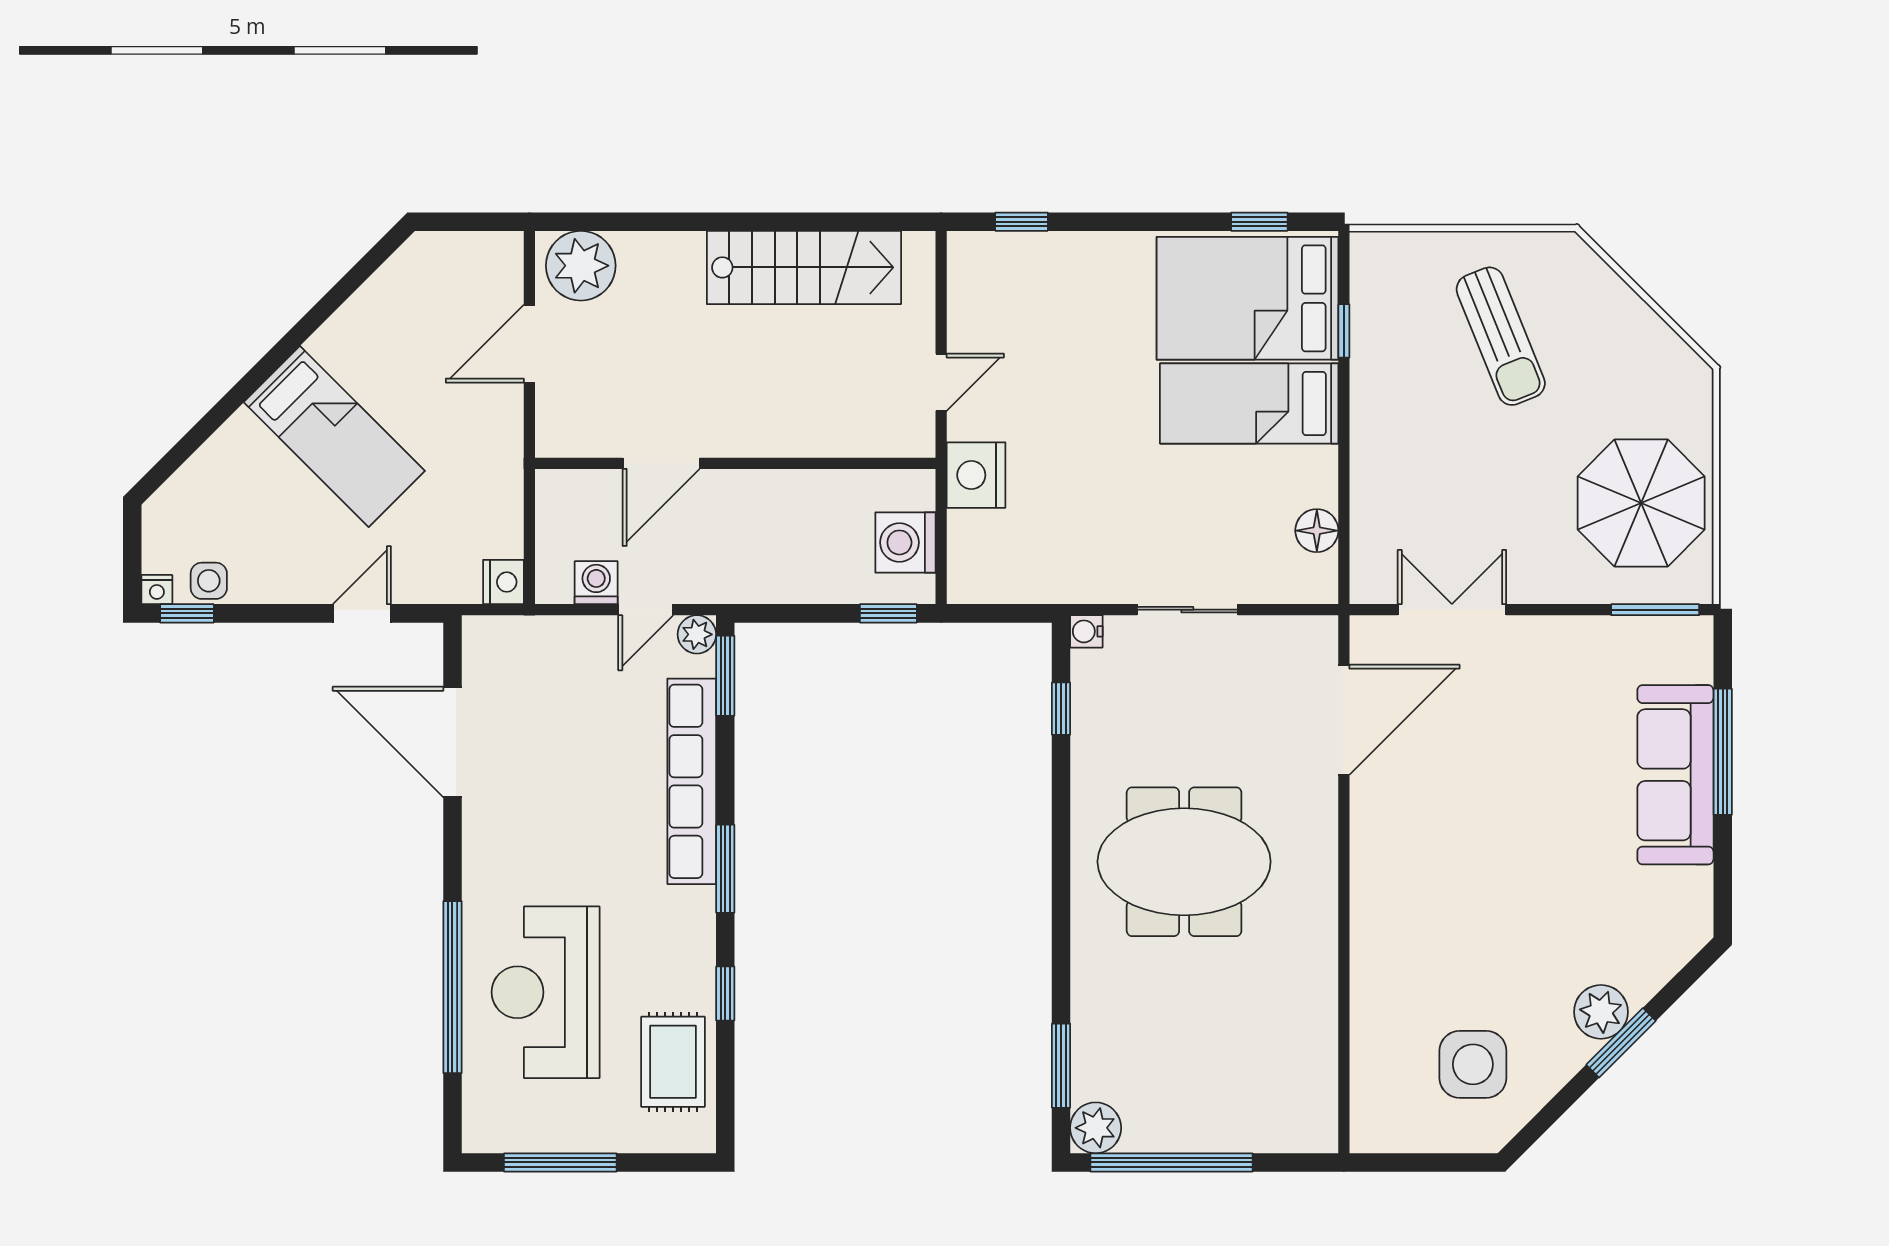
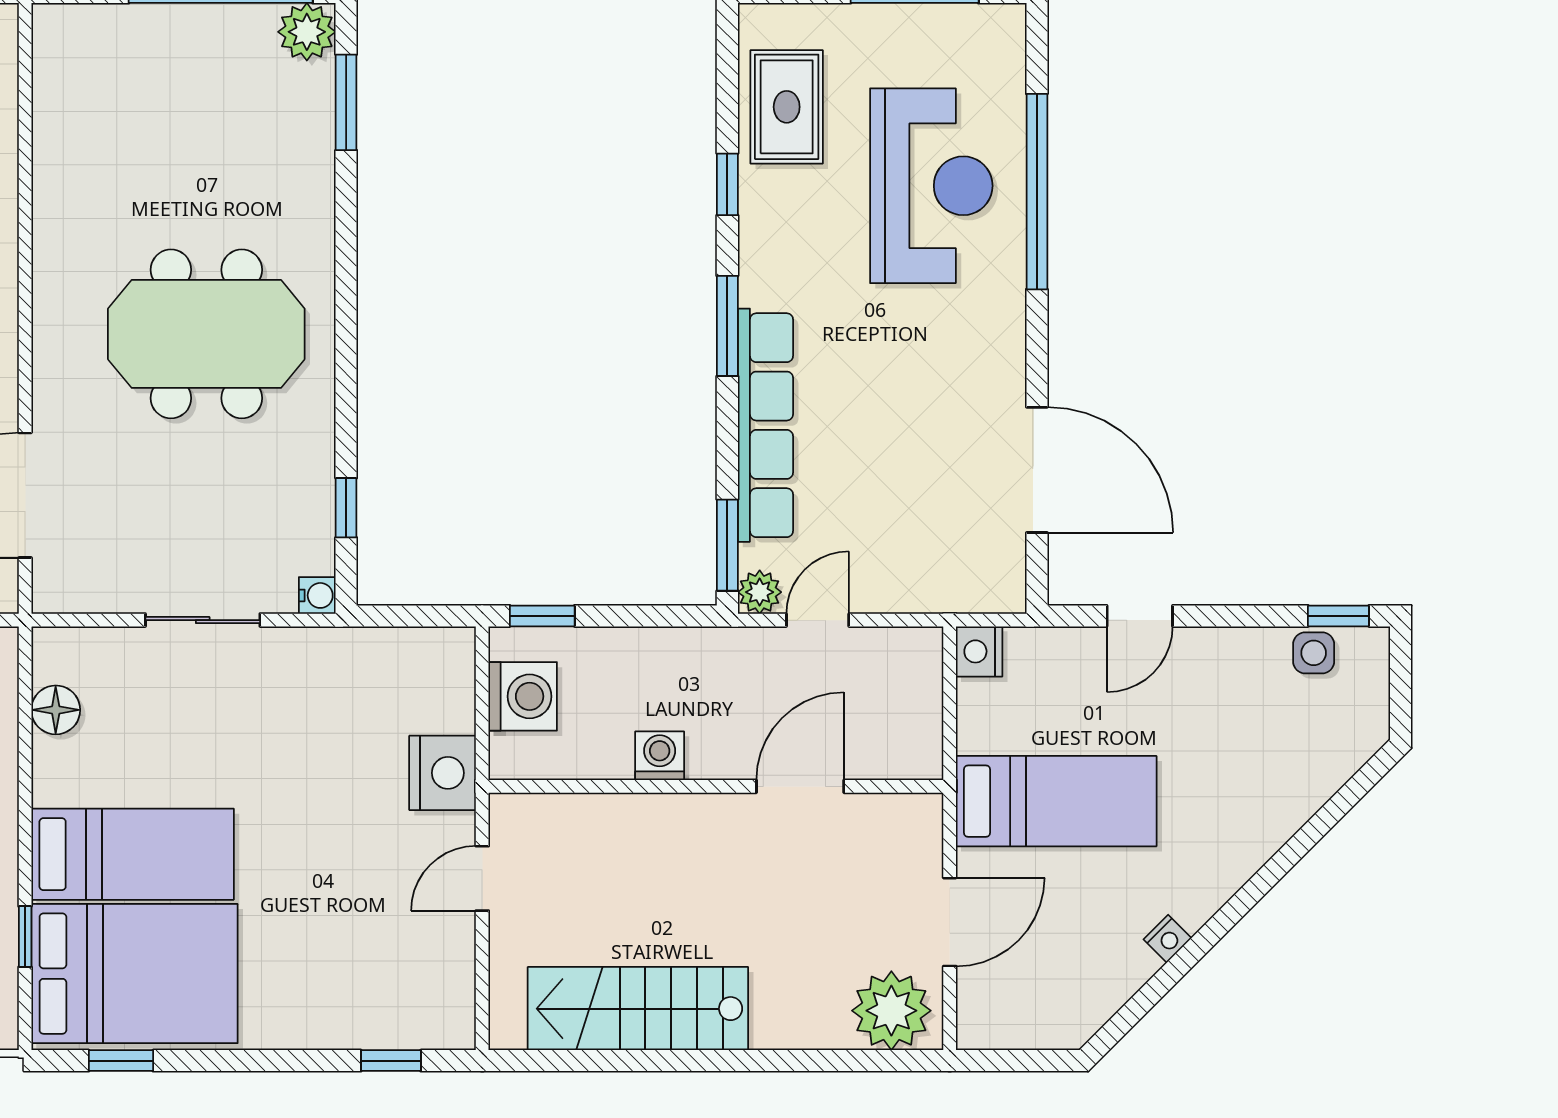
bed: (334, 437) -> (1056, 801), moved, turned 135
washing machine: (596, 583) -> (660, 756), moved, turned 180
nightstand: (157, 590) -> (1168, 939), moved, turned 135

